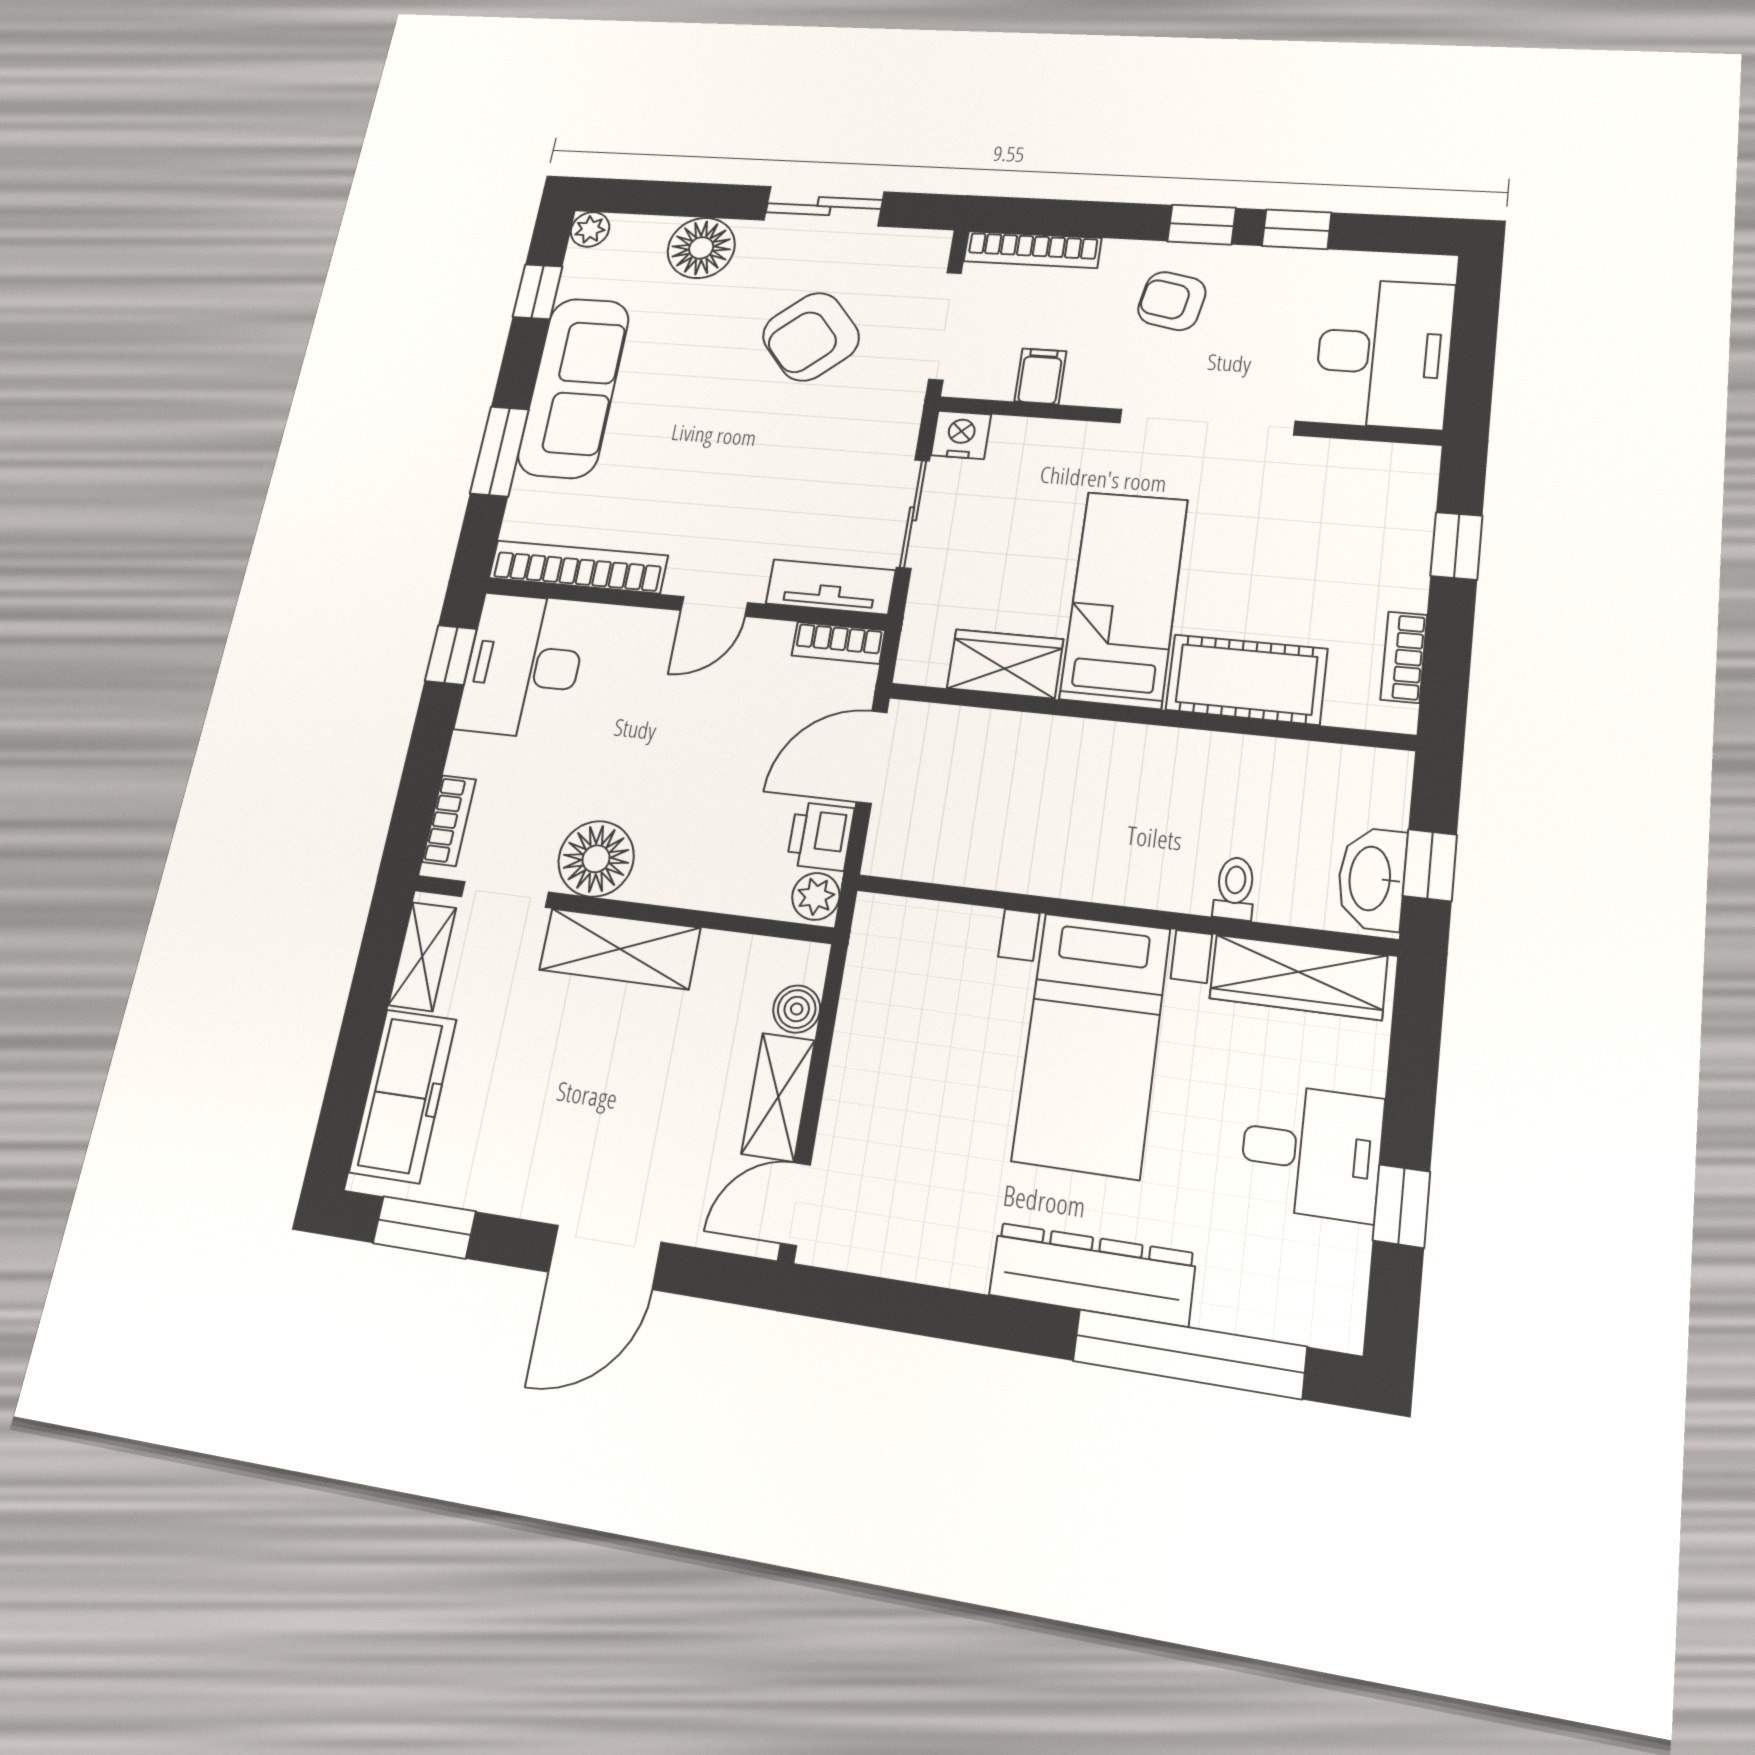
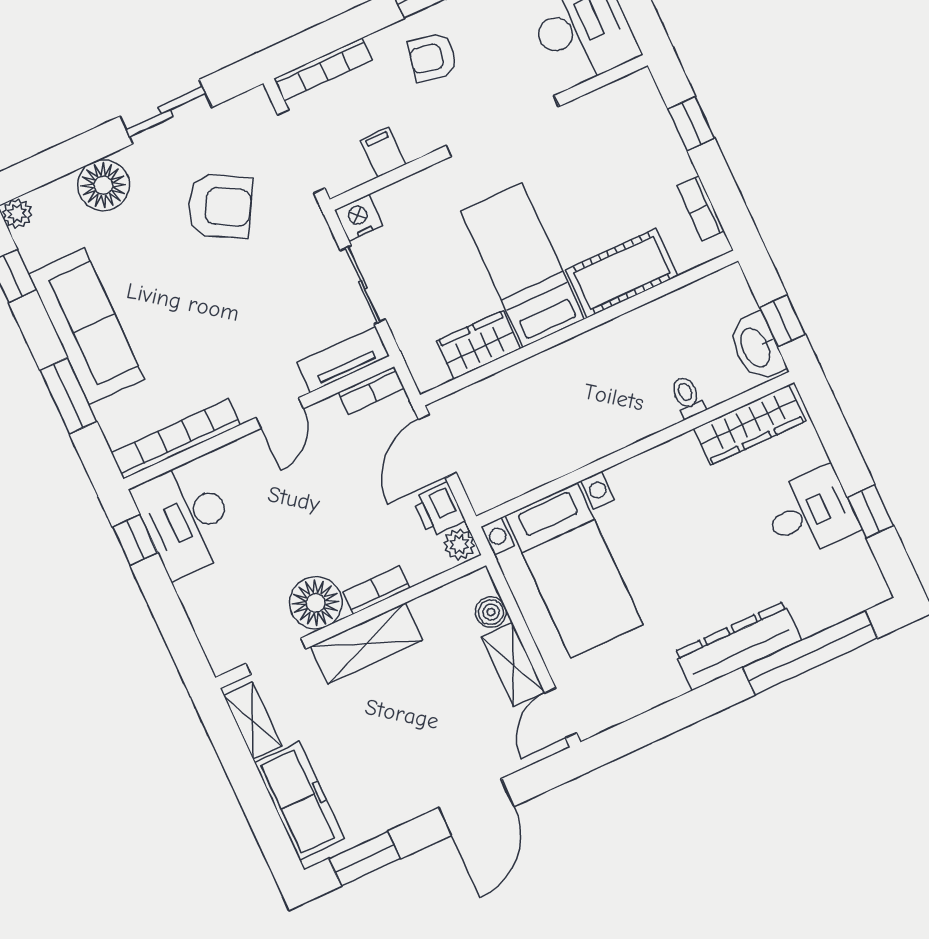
armchair: (811, 337) -> (220, 206), turned -110
bookcase: (449, 821) -> (376, 590), moved, turned -90
bed with nightstands: (1092, 1044) -> (574, 570), moved

